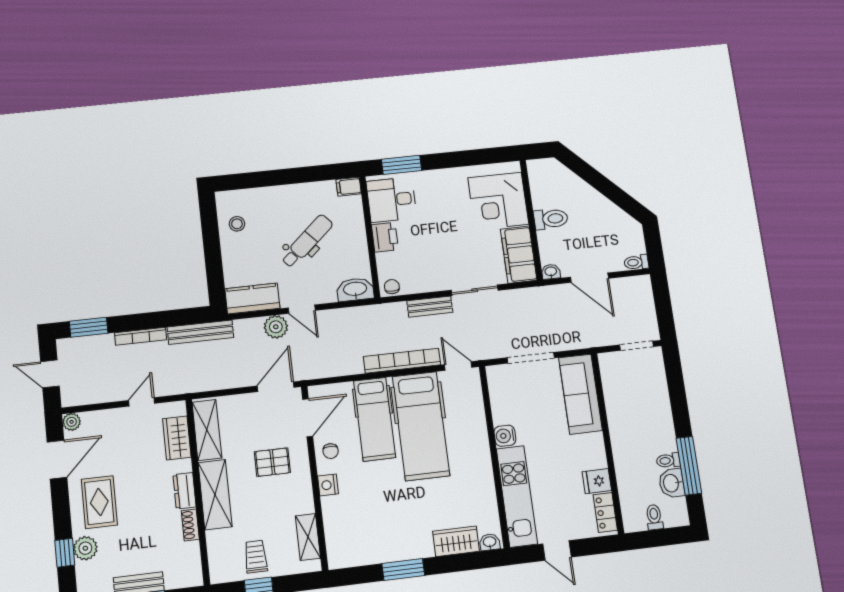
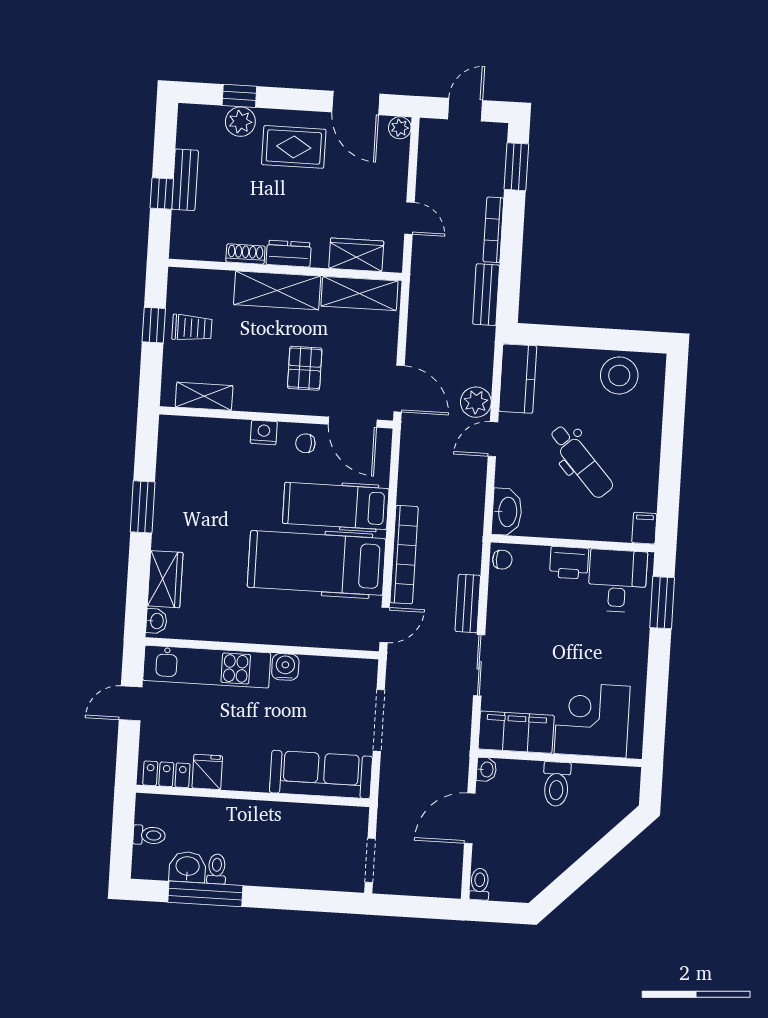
stool: (237, 224) -> (619, 375), width x1.89, depth x1.89
bench: (200, 332) -> (486, 295), width x0.73

